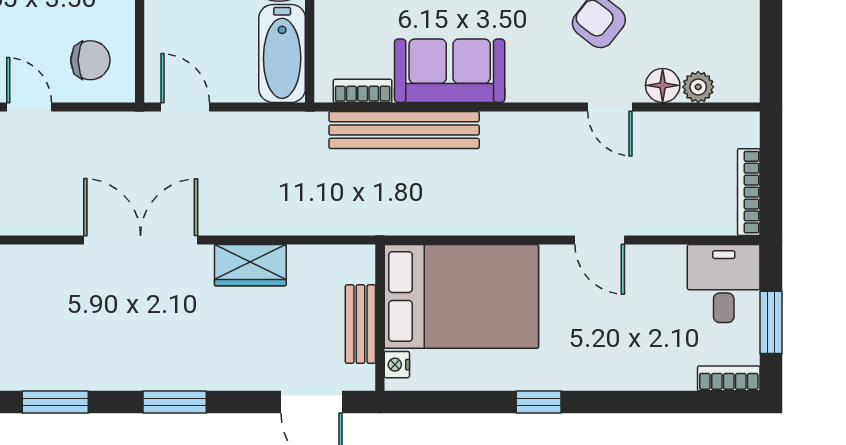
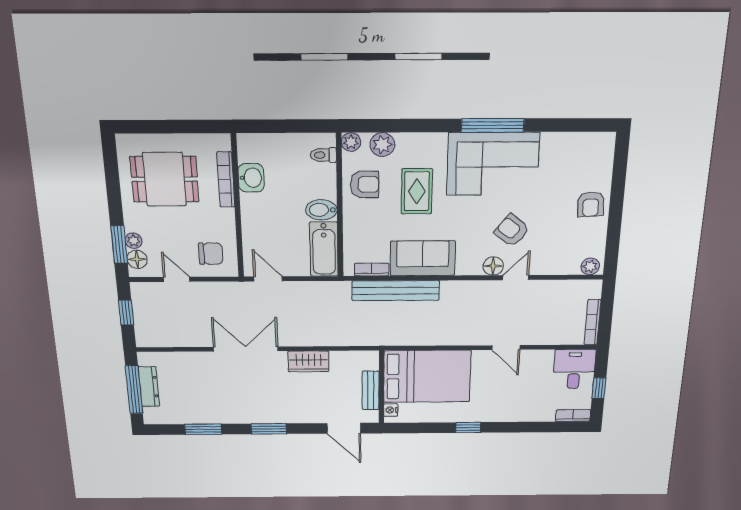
floor lamp: (663, 85) -> (493, 266), moved
plant: (698, 87) -> (590, 266), moved
door: (610, 107) -> (516, 278), swing flipped
window: (771, 322) -> (599, 388), width x0.67

